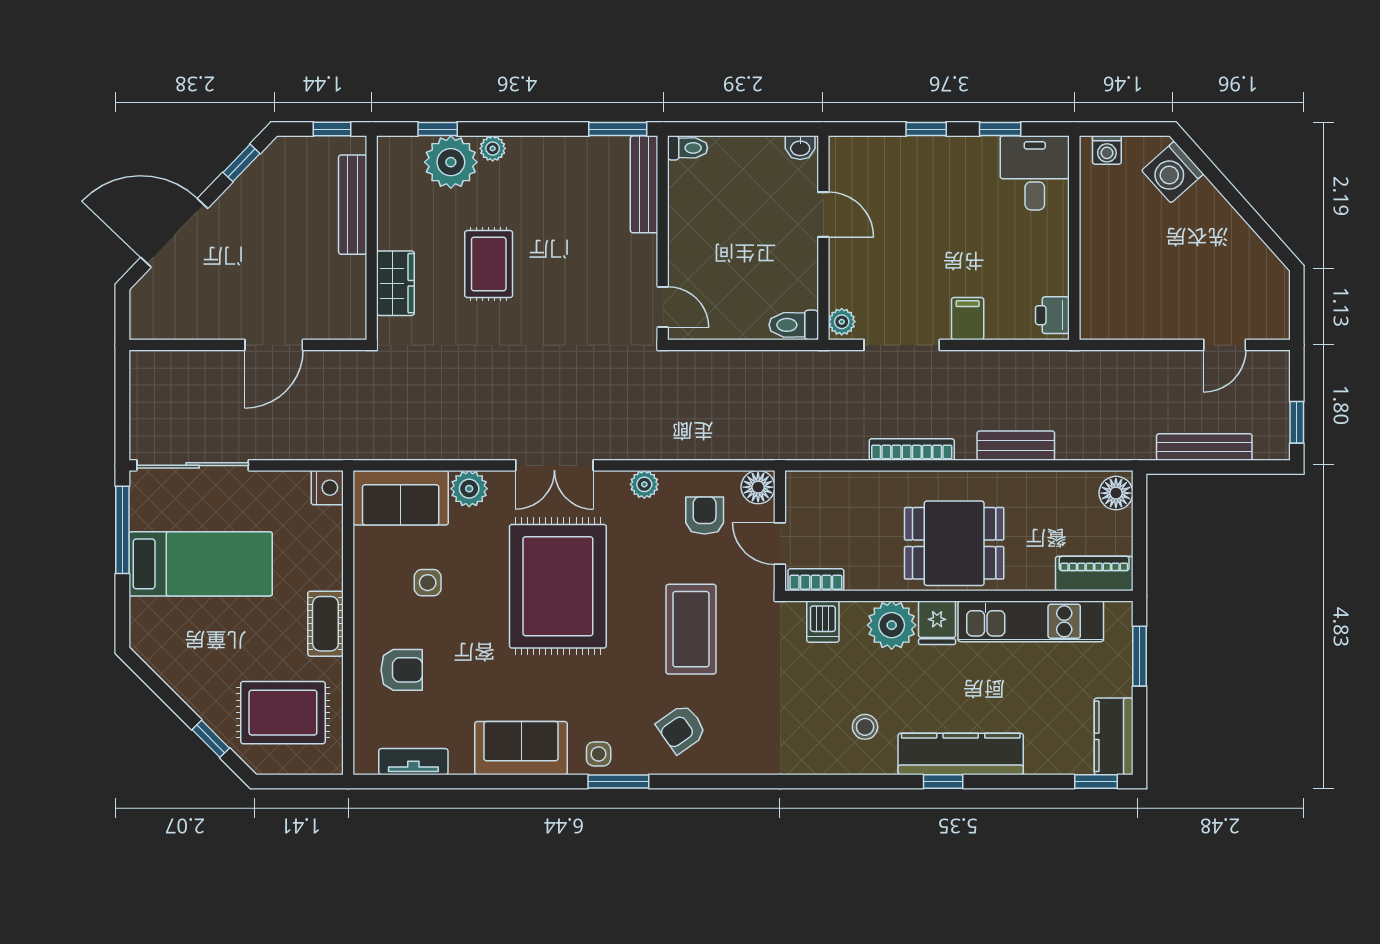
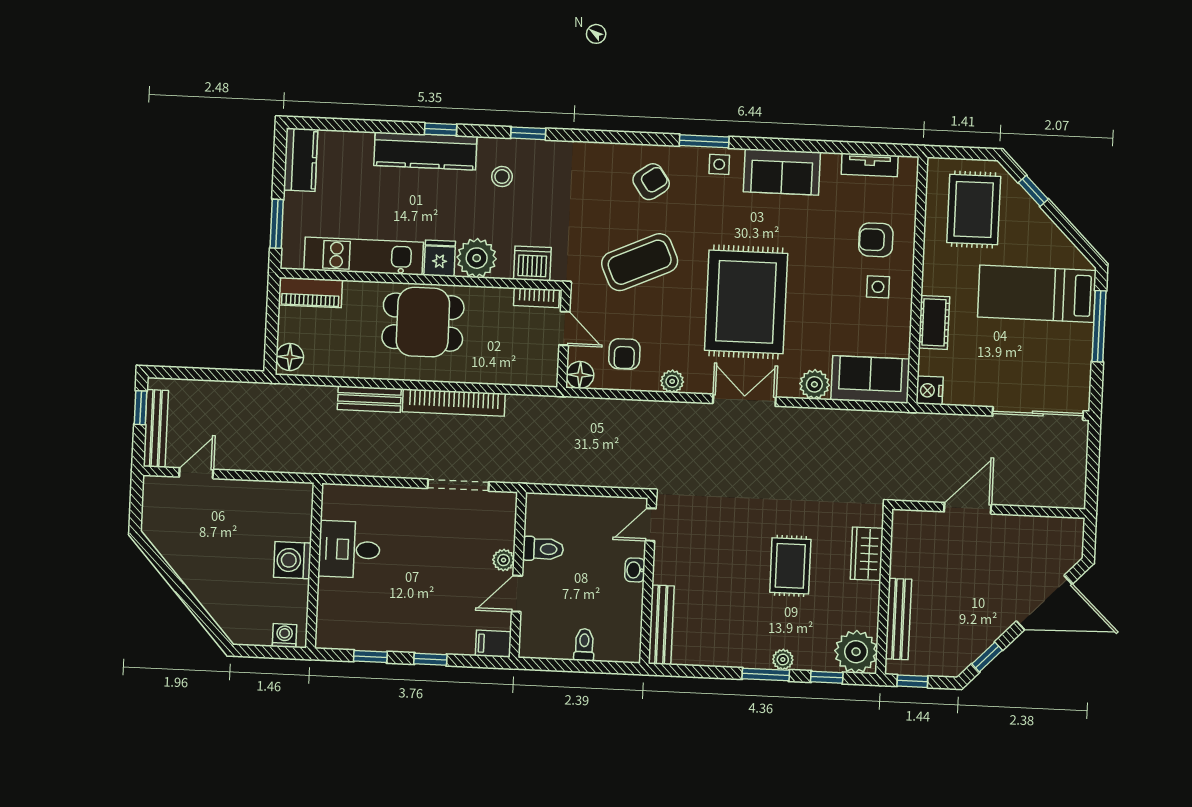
window: (618, 129) -> (766, 674), moved
toilet: (688, 148) -> (584, 645), moved, turned 90
washbasin: (800, 148) -> (635, 570), moved, turned -90
plant: (451, 162) -> (856, 652), moved
washing machine: (1173, 172) -> (292, 560), moved, turned -138
desk: (1035, 173) -> (349, 549), moved, turned 90
door: (823, 215) -> (517, 594), hinge flipped
door: (663, 307) -> (651, 525), hinge flipped
printer: (1052, 315) -> (335, 504), removed
filing cabinet: (968, 319) -> (493, 644), moved, turned 90
plant: (842, 322) -> (504, 560), moved
toilet: (794, 325) -> (543, 549), moved
bench: (1204, 447) -> (156, 429), moved, turned 90
bookcase: (912, 449) -> (454, 403), width x1.48, depth x1.31
window: (122, 530) -> (1099, 326), moved
bed: (201, 564) -> (1037, 294), moved
side table: (428, 583) -> (878, 287), moved
dishwasher: (823, 622) -> (532, 263), width x1.38
cot: (325, 624) -> (934, 322), moved
coffee table: (691, 629) -> (640, 262), turned 66
rug: (283, 713) -> (974, 210), turned 90
window: (1096, 781) -> (528, 133), moved

